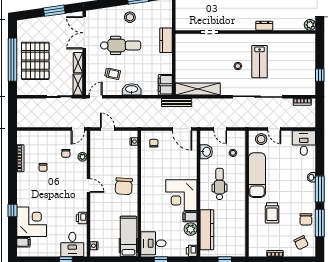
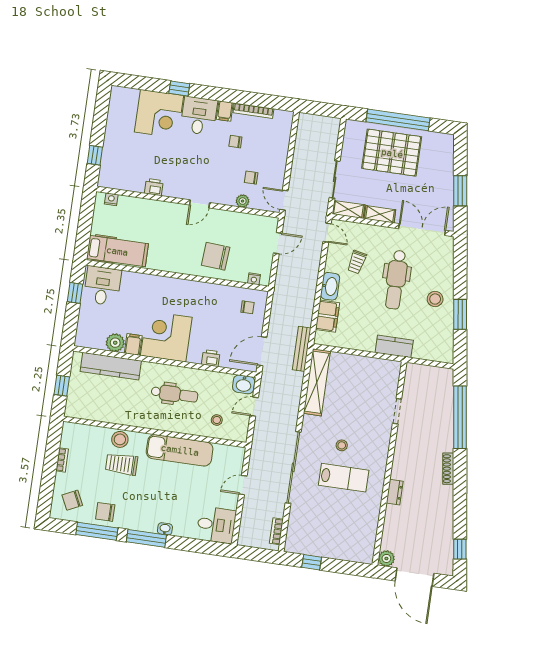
lab bench: (260, 62) -> (344, 478), turned 180
filing cabinet: (165, 85) -> (328, 316), moved, turned 90
stool: (261, 139) -> (120, 439), moved
washbasin: (206, 152) -> (244, 384), moved
chair: (124, 186) -> (216, 256), moved
filing cabinet: (23, 242) -> (225, 111), moved
desk: (72, 244) -> (199, 116), moved, turned 90
printer: (192, 251) -> (211, 358), moved

